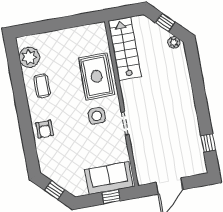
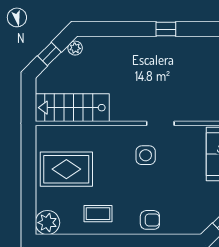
plant: (29, 57) -> (47, 223), moved
rug: (97, 76) -> (66, 169), moved
window: (208, 143) -> (166, 29), moved

